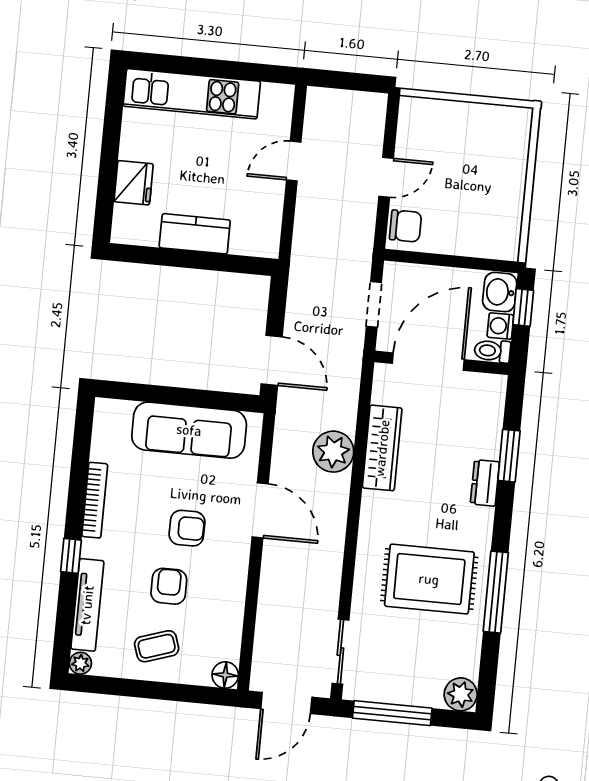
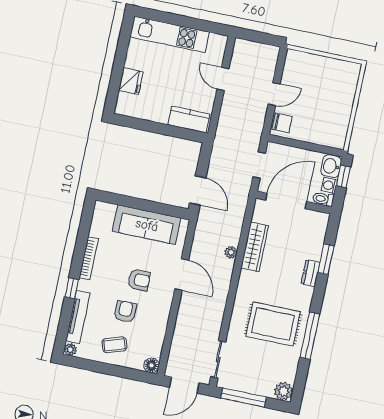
door: (294, 161) -> (223, 79), hinge flipped
kitchen counter: (195, 234) -> (189, 119), moved
plant: (333, 452) -> (231, 252), width x0.53, depth x0.53

